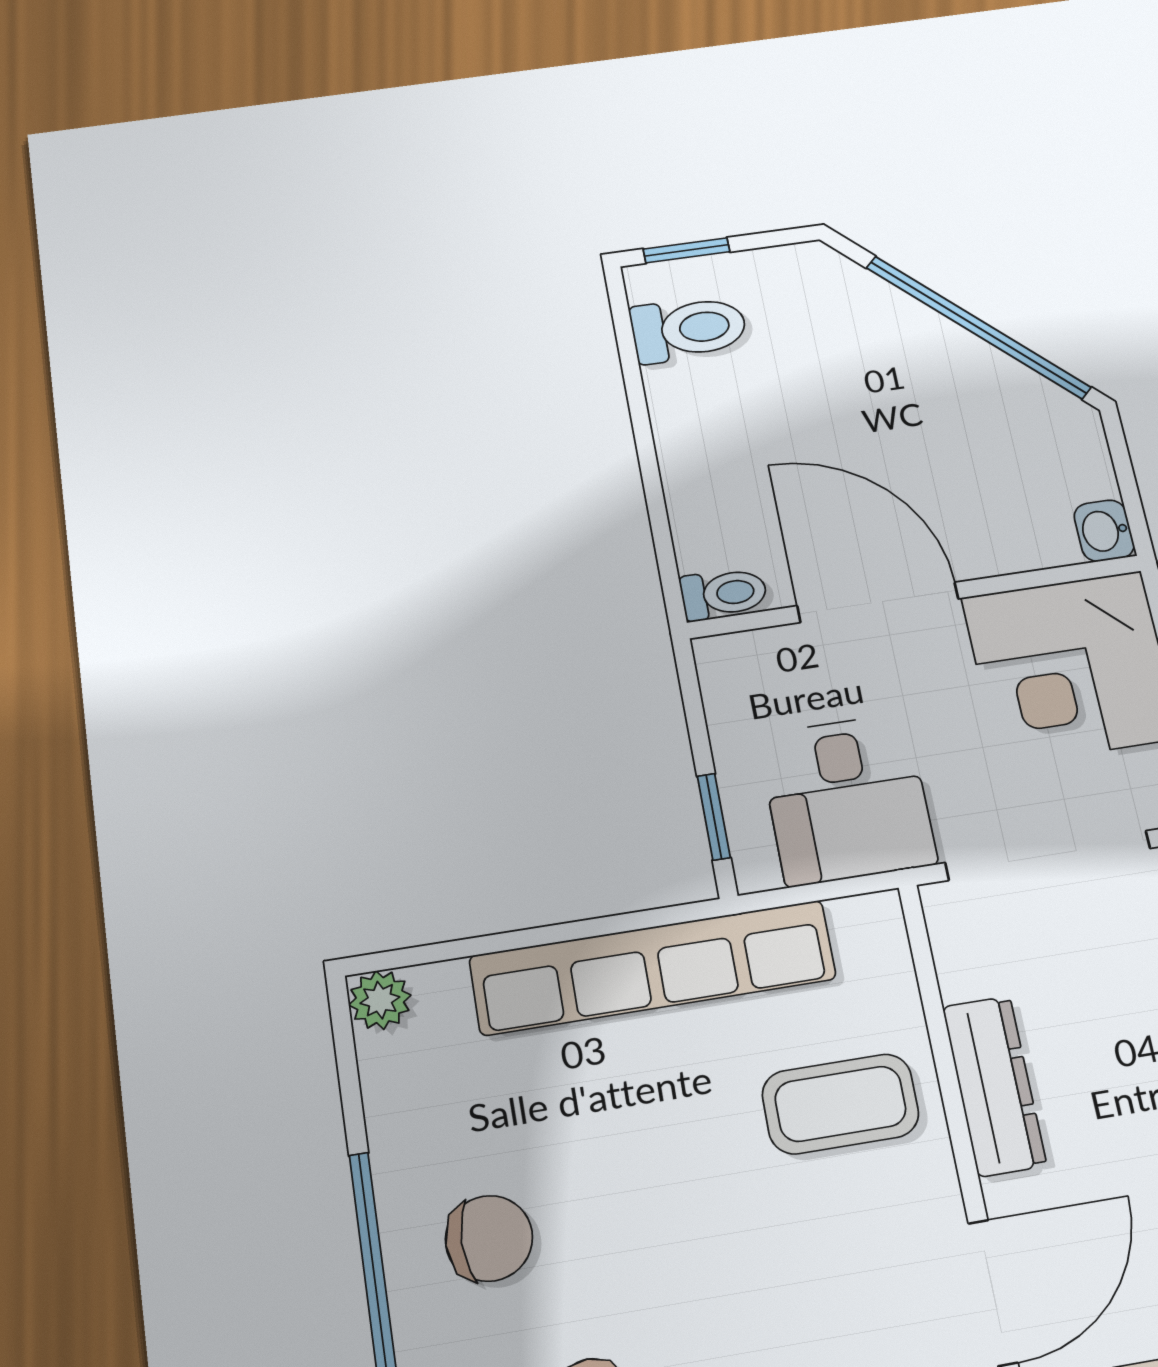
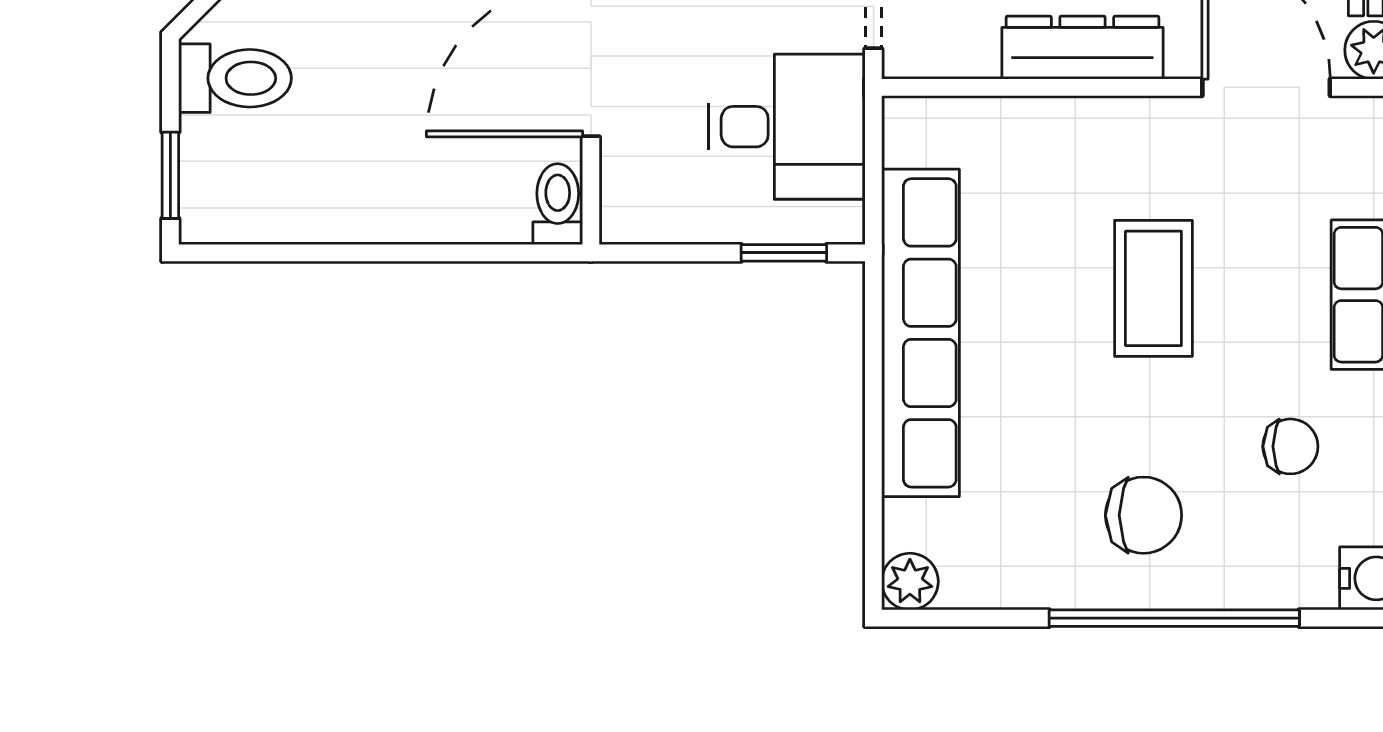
toilet: (689, 329) -> (235, 78), moved, turned 90
coffee table: (840, 1104) -> (1153, 288), moved
chair: (489, 1238) -> (1144, 515), turned 90

